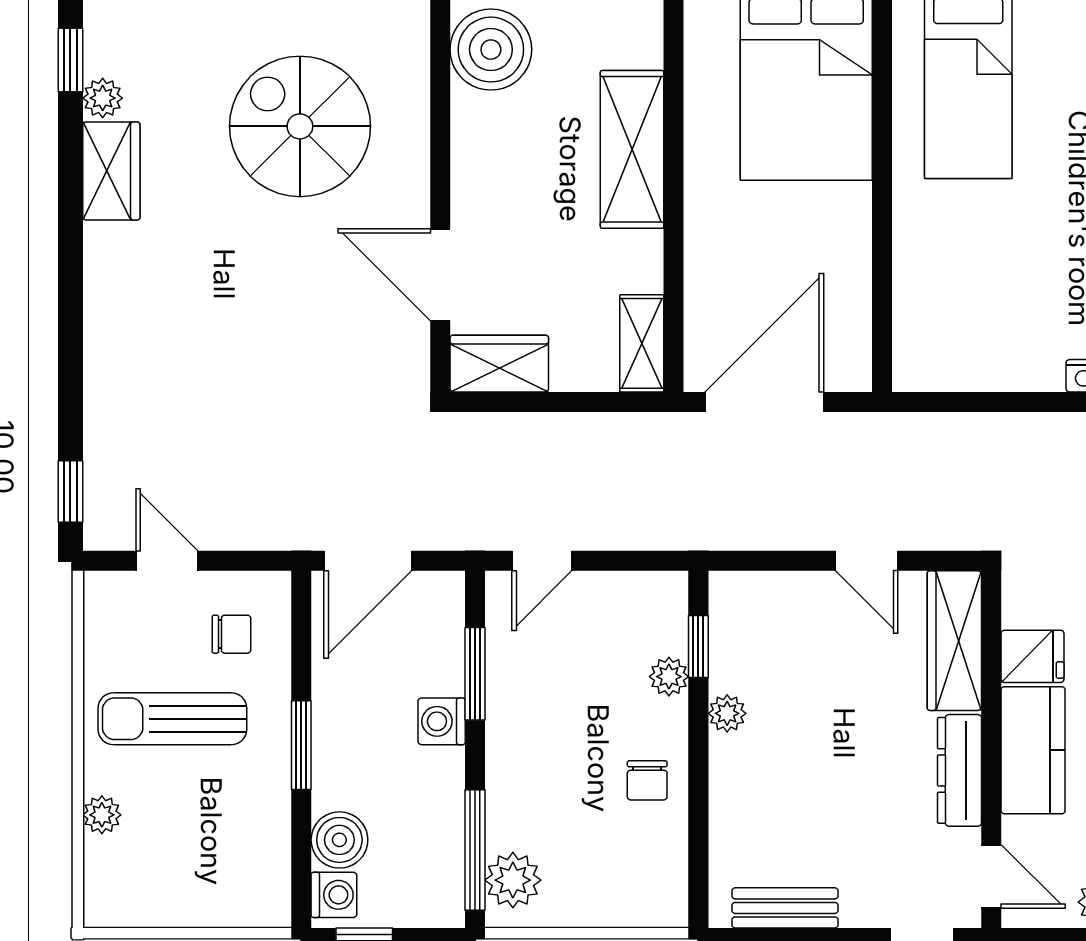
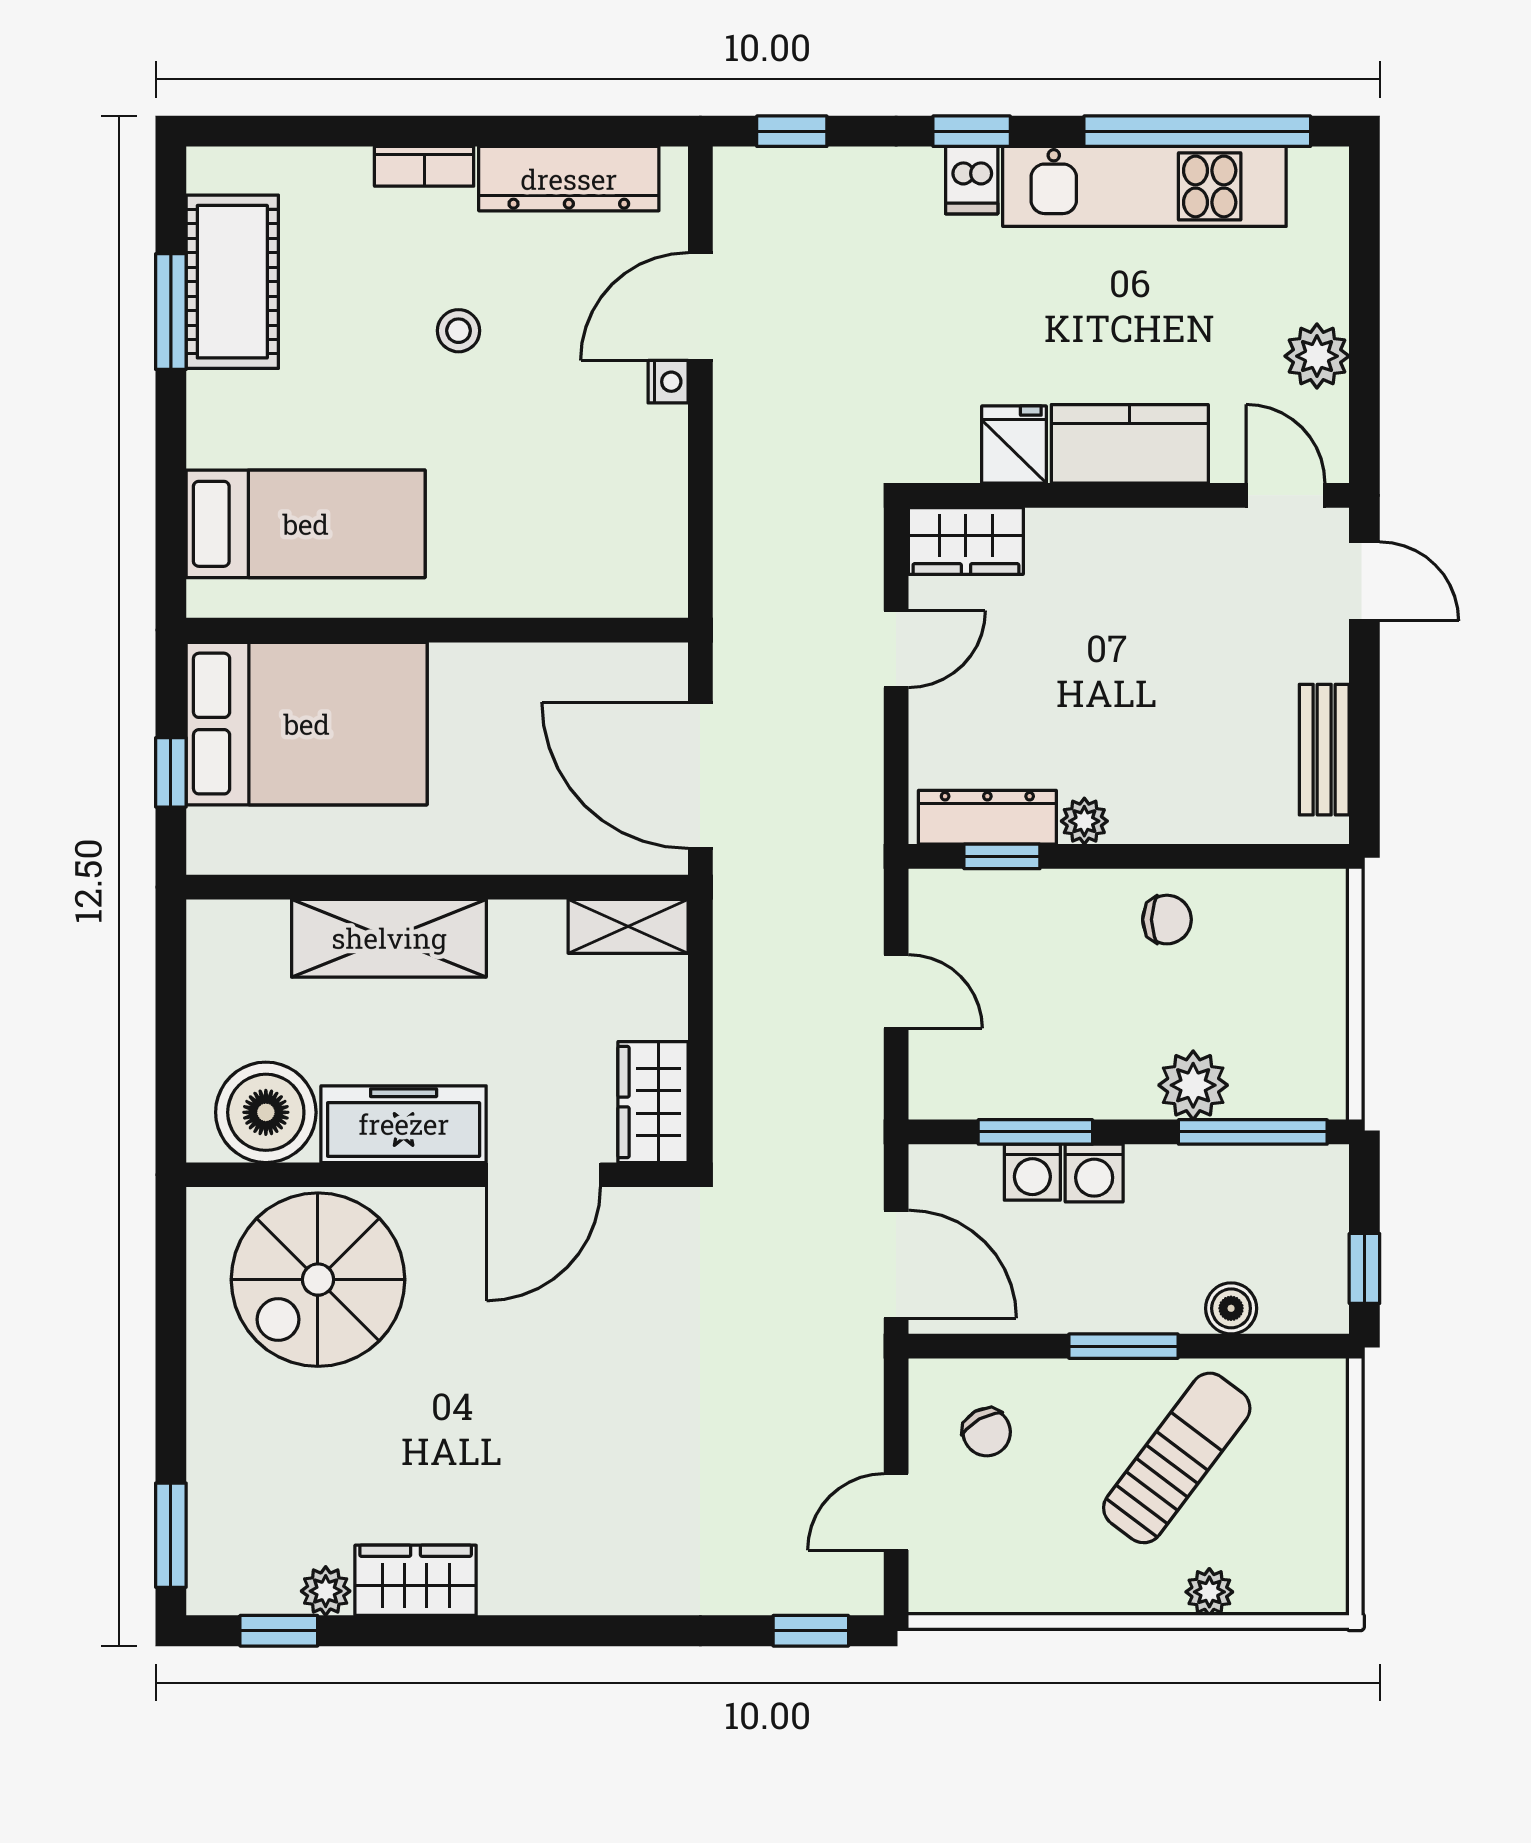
spiral stairs: (300, 126) -> (318, 1280), moved
freezer: (481, 161) -> (404, 1124), added
door: (542, 561) -> (896, 992), moved
chair: (231, 634) -> (987, 1432), turned 151
wardrobe: (954, 641) -> (966, 541), width x0.67
plant: (669, 677) -> (1039, 893), removed
sun lounger: (172, 719) -> (1177, 1458), moved, turned -143
dresser: (959, 770) -> (987, 817), moved, turned 180
boiler: (339, 840) -> (1231, 1308), width x0.73, depth x0.73
door: (991, 876) -> (1285, 495), hinge flipped
plant: (513, 880) -> (1193, 1085), moved
washing machine: (334, 895) -> (1032, 1172), moved, turned 180

